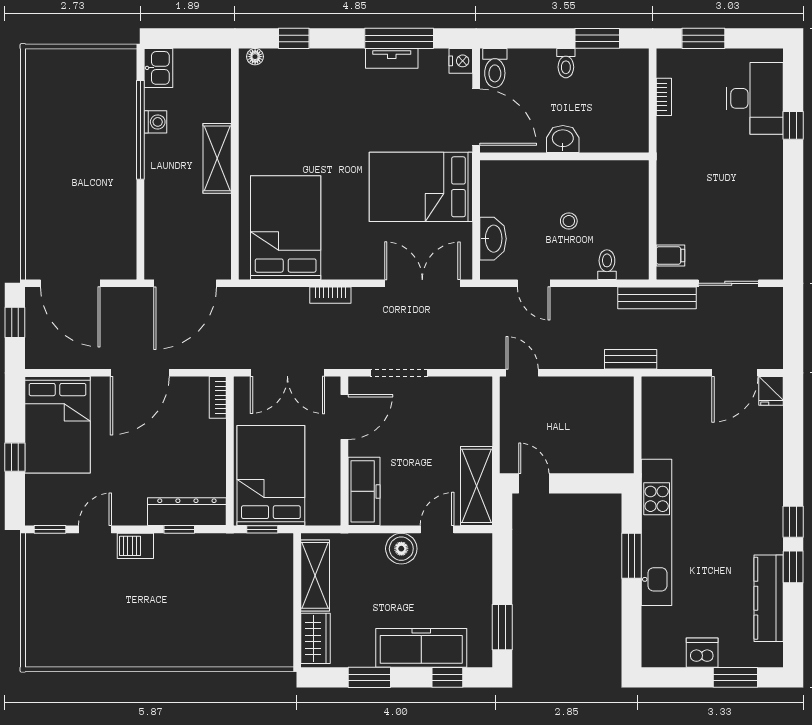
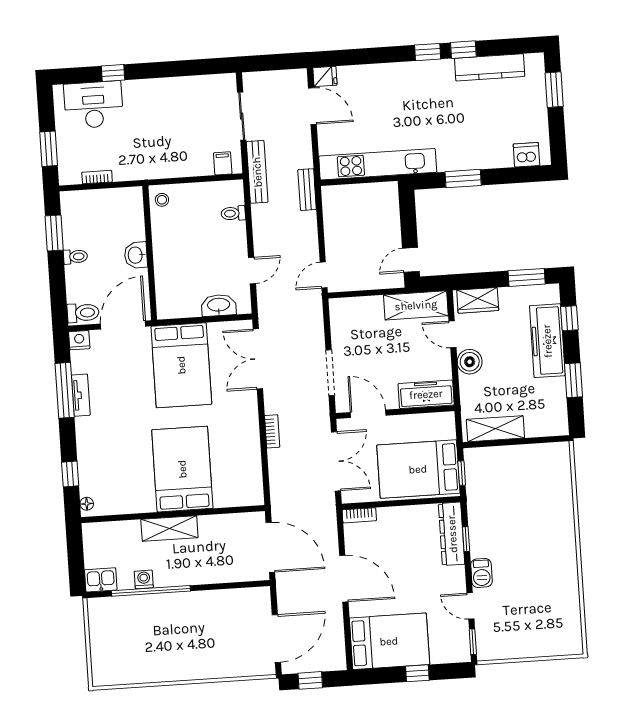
stool: (569, 221) -> (162, 200), moved
bed: (286, 228) -> (182, 469), moved, turned 90
kitchen unit: (657, 532) -> (378, 164), moved
wardrobe: (316, 638) -> (478, 300), moved, turned 180
dishwasher: (702, 653) -> (526, 155), moved, turned 90

